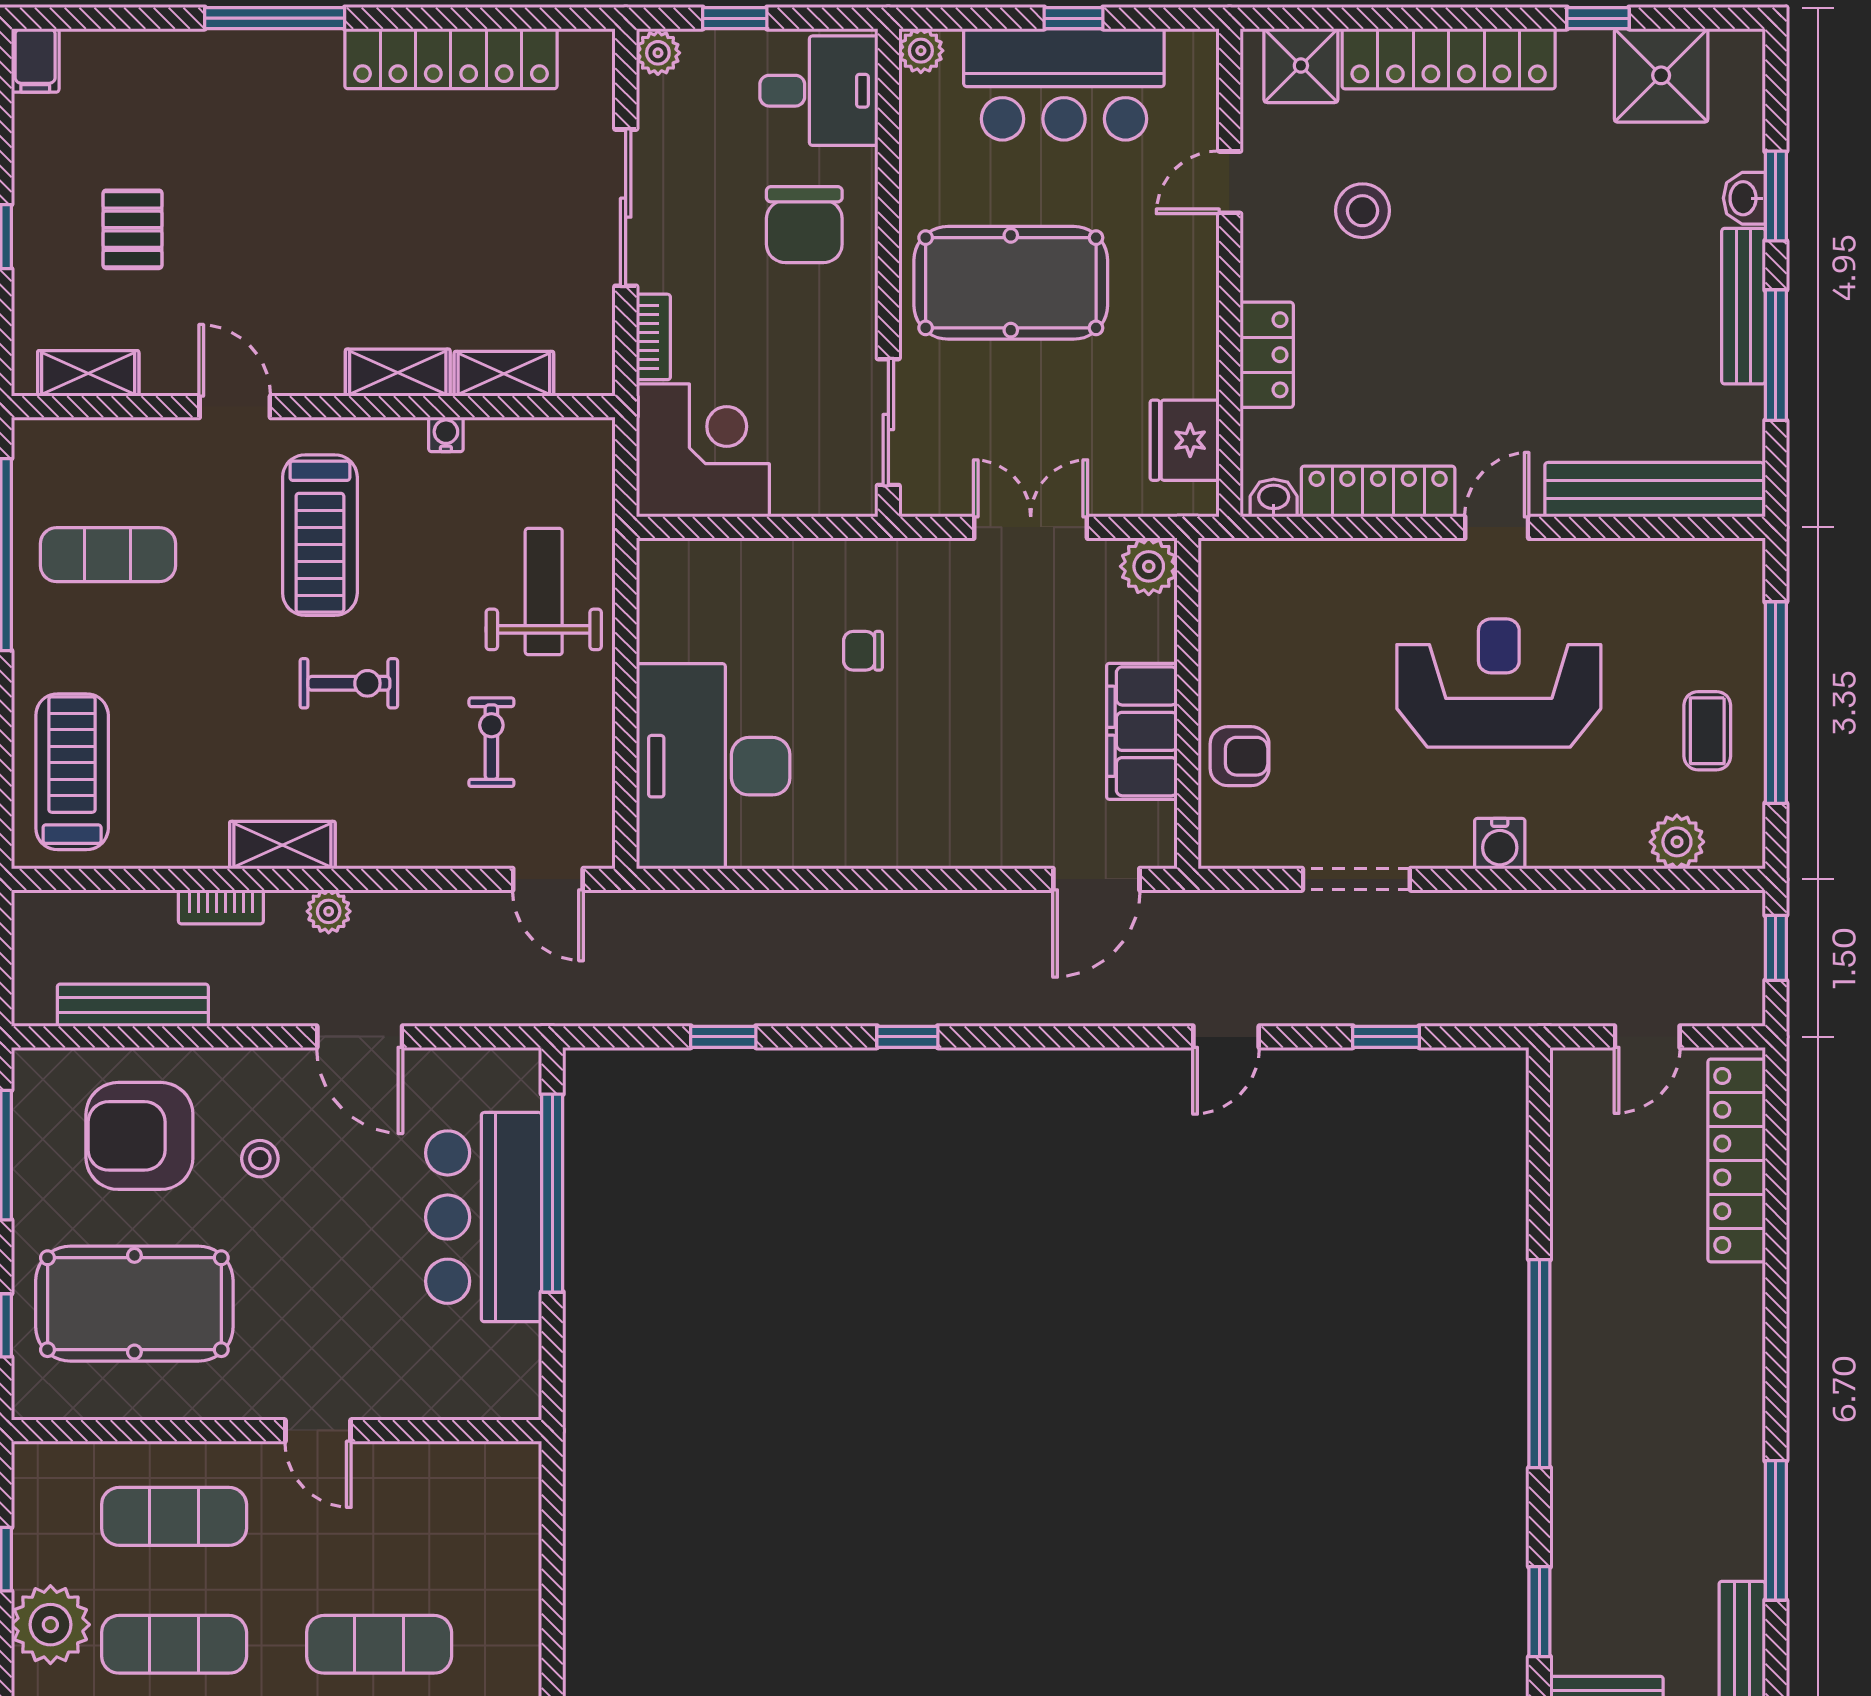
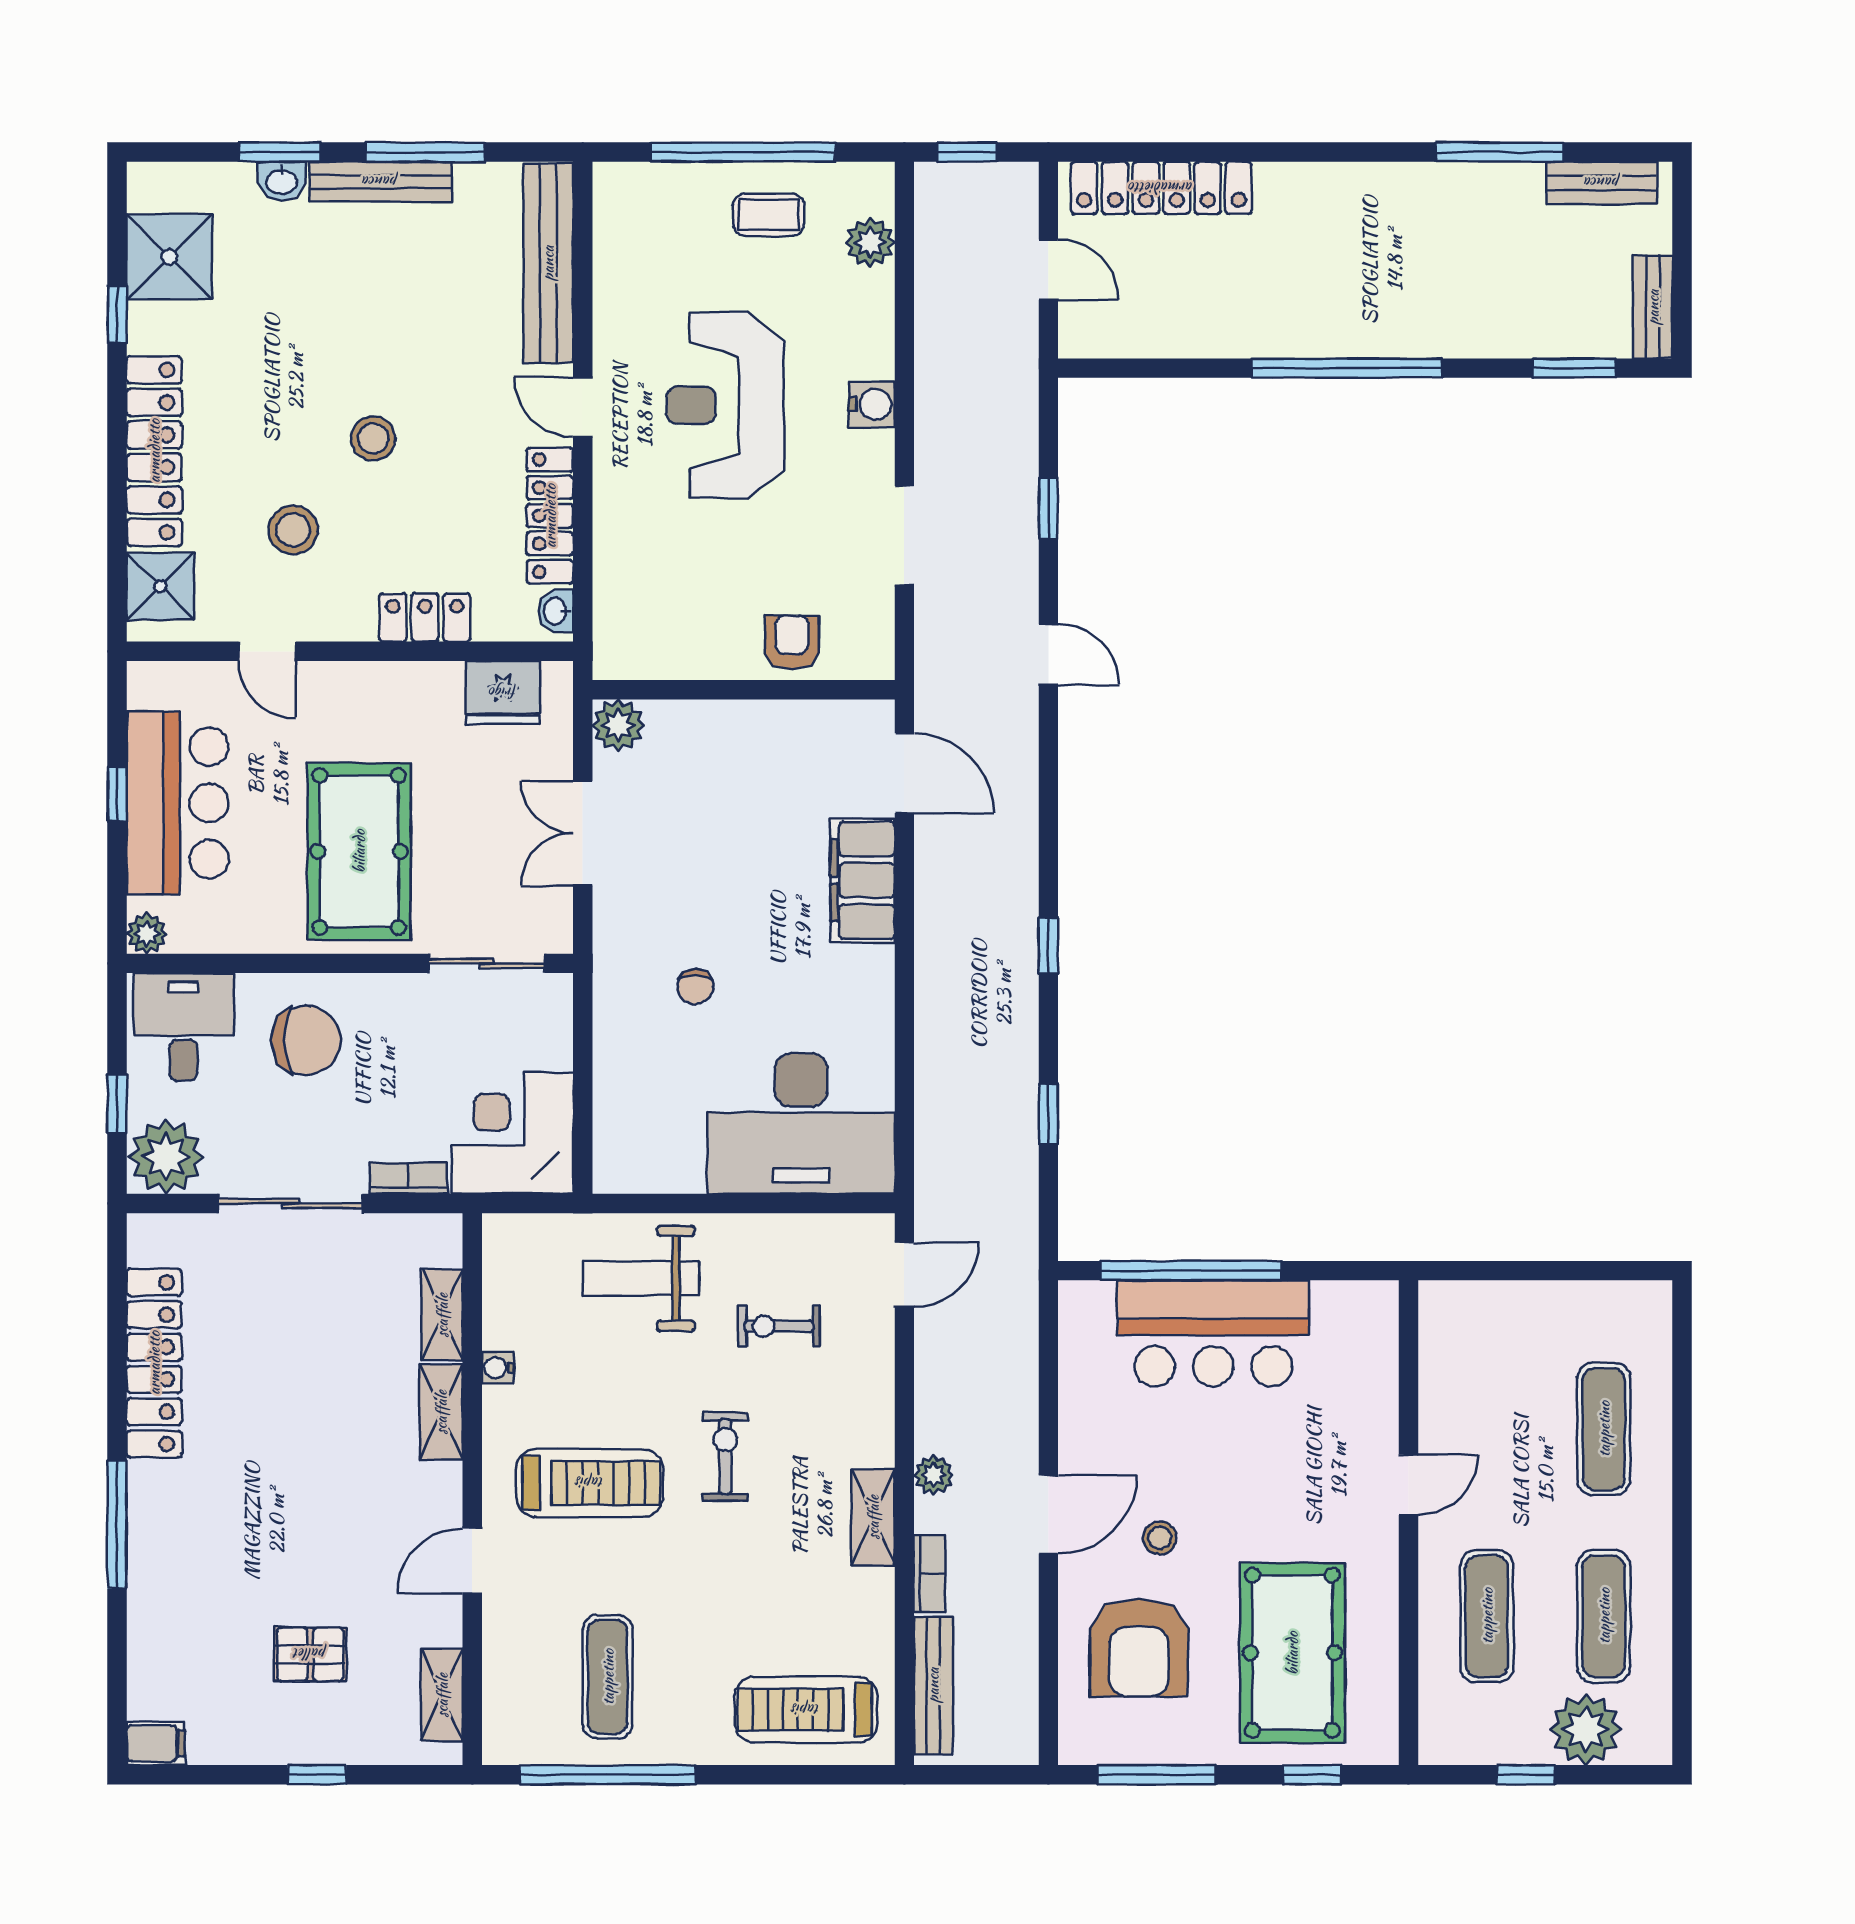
plant: (658, 53) -> (166, 1157), width x1.87, depth x1.87
stool: (1463, 298) -> (373, 438), added
filing cabinet: (1142, 731) -> (862, 880), moved, turned 90
bench: (133, 1005) -> (933, 1685), moved
door: (360, 1037) -> (1048, 1514), moved

